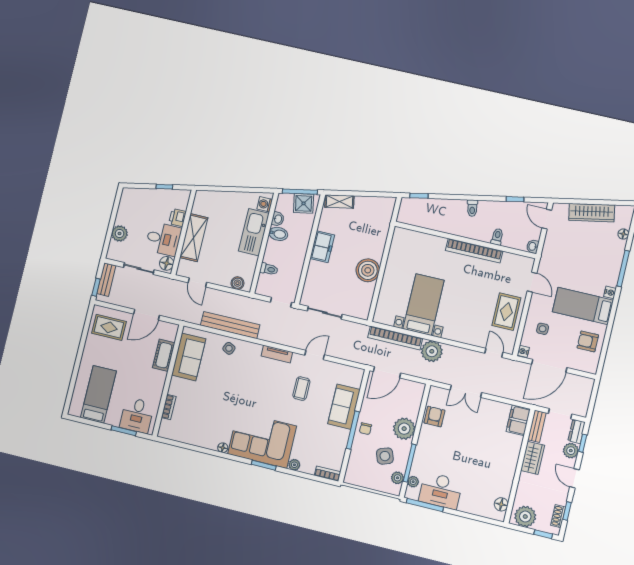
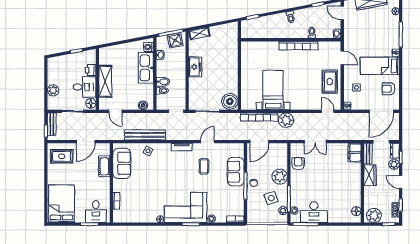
bidet: (278, 234) -> (163, 82), moved
boiler: (368, 270) -> (230, 101), moved
door: (549, 366) -> (382, 111), moved
bed: (98, 394) -> (62, 204), width x1.50

